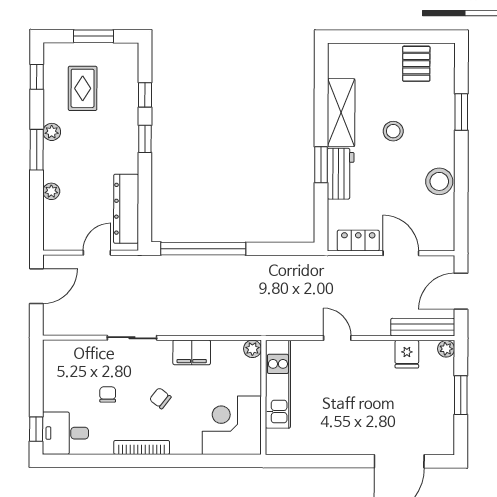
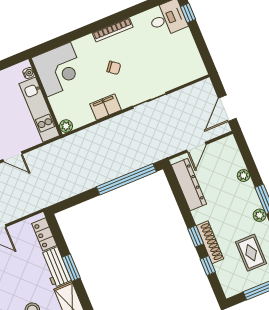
shoe rack: (130, 124) -> (210, 242), added
locker: (358, 241) -> (44, 234), moved, turned 90
chair: (108, 394) -> (150, 56), removed
water cooler: (272, 437) -> (28, 73), added

